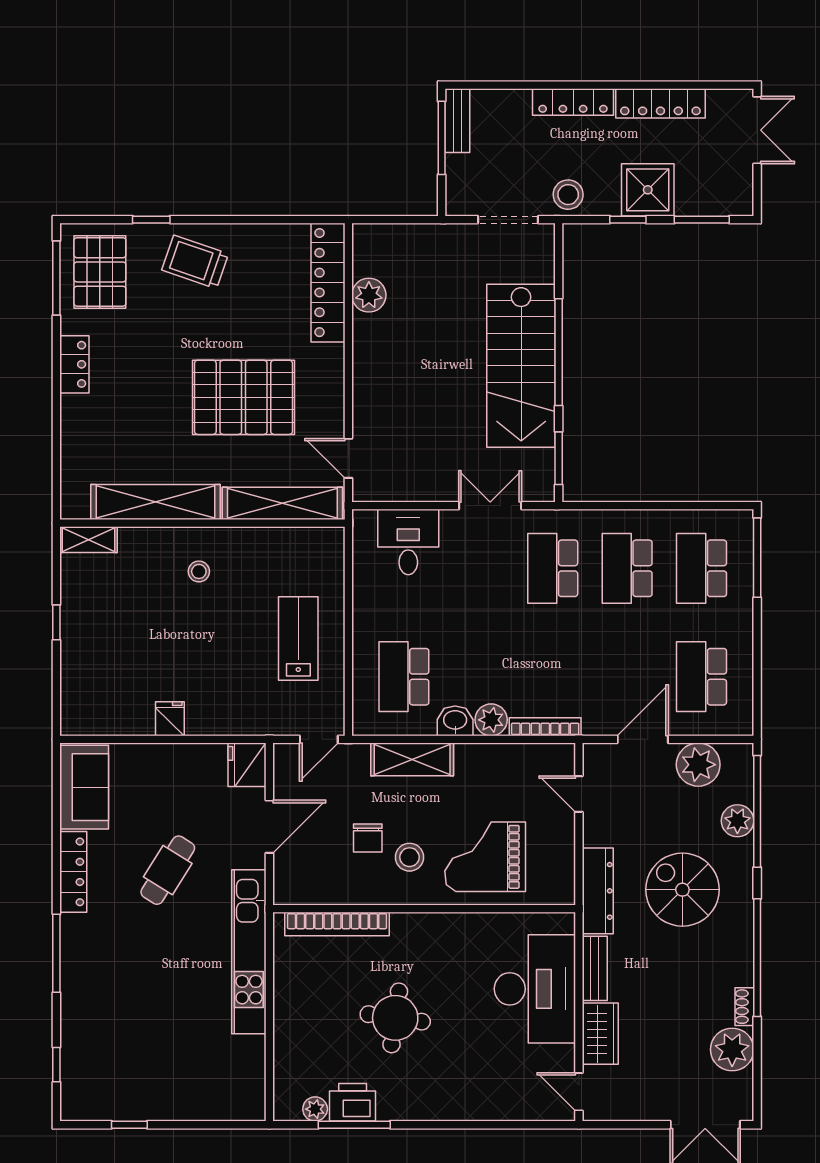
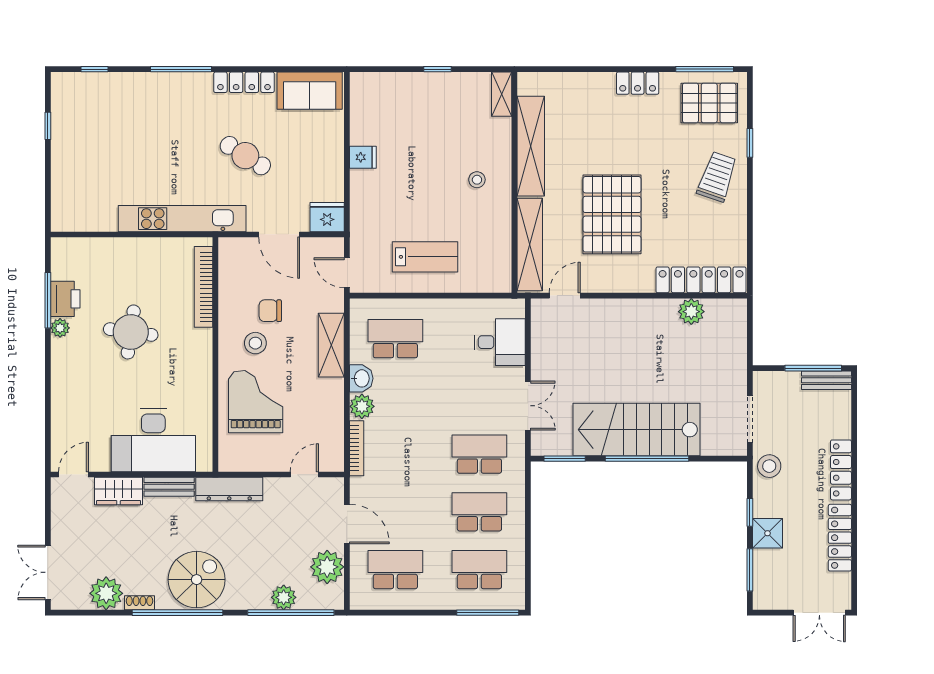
shower: (648, 190) -> (768, 533), width x0.73, depth x0.73
spiral stairs: (682, 890) -> (197, 580), moved
plant: (315, 1109) -> (60, 328), moved

